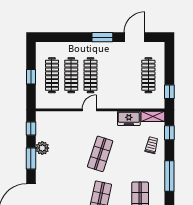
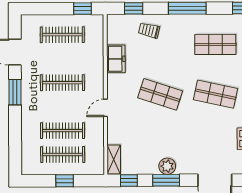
clothes rail: (91, 75) -> (62, 83), moved
door: (89, 110) -> (105, 108), hinge flipped
shelving: (153, 116) -> (114, 160), moved
plant: (42, 148) -> (167, 166), moved

